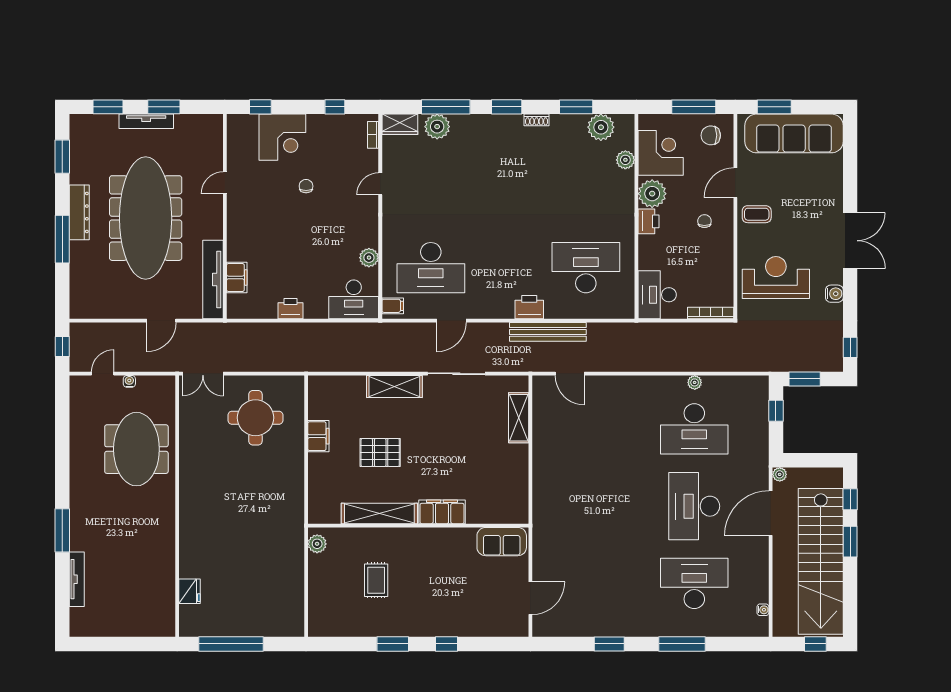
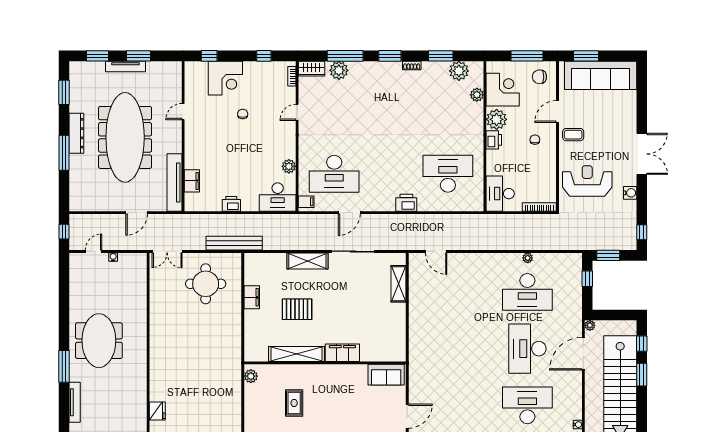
bench: (548, 332) -> (234, 243), moved
meeting table: (136, 449) -> (99, 341), moved

